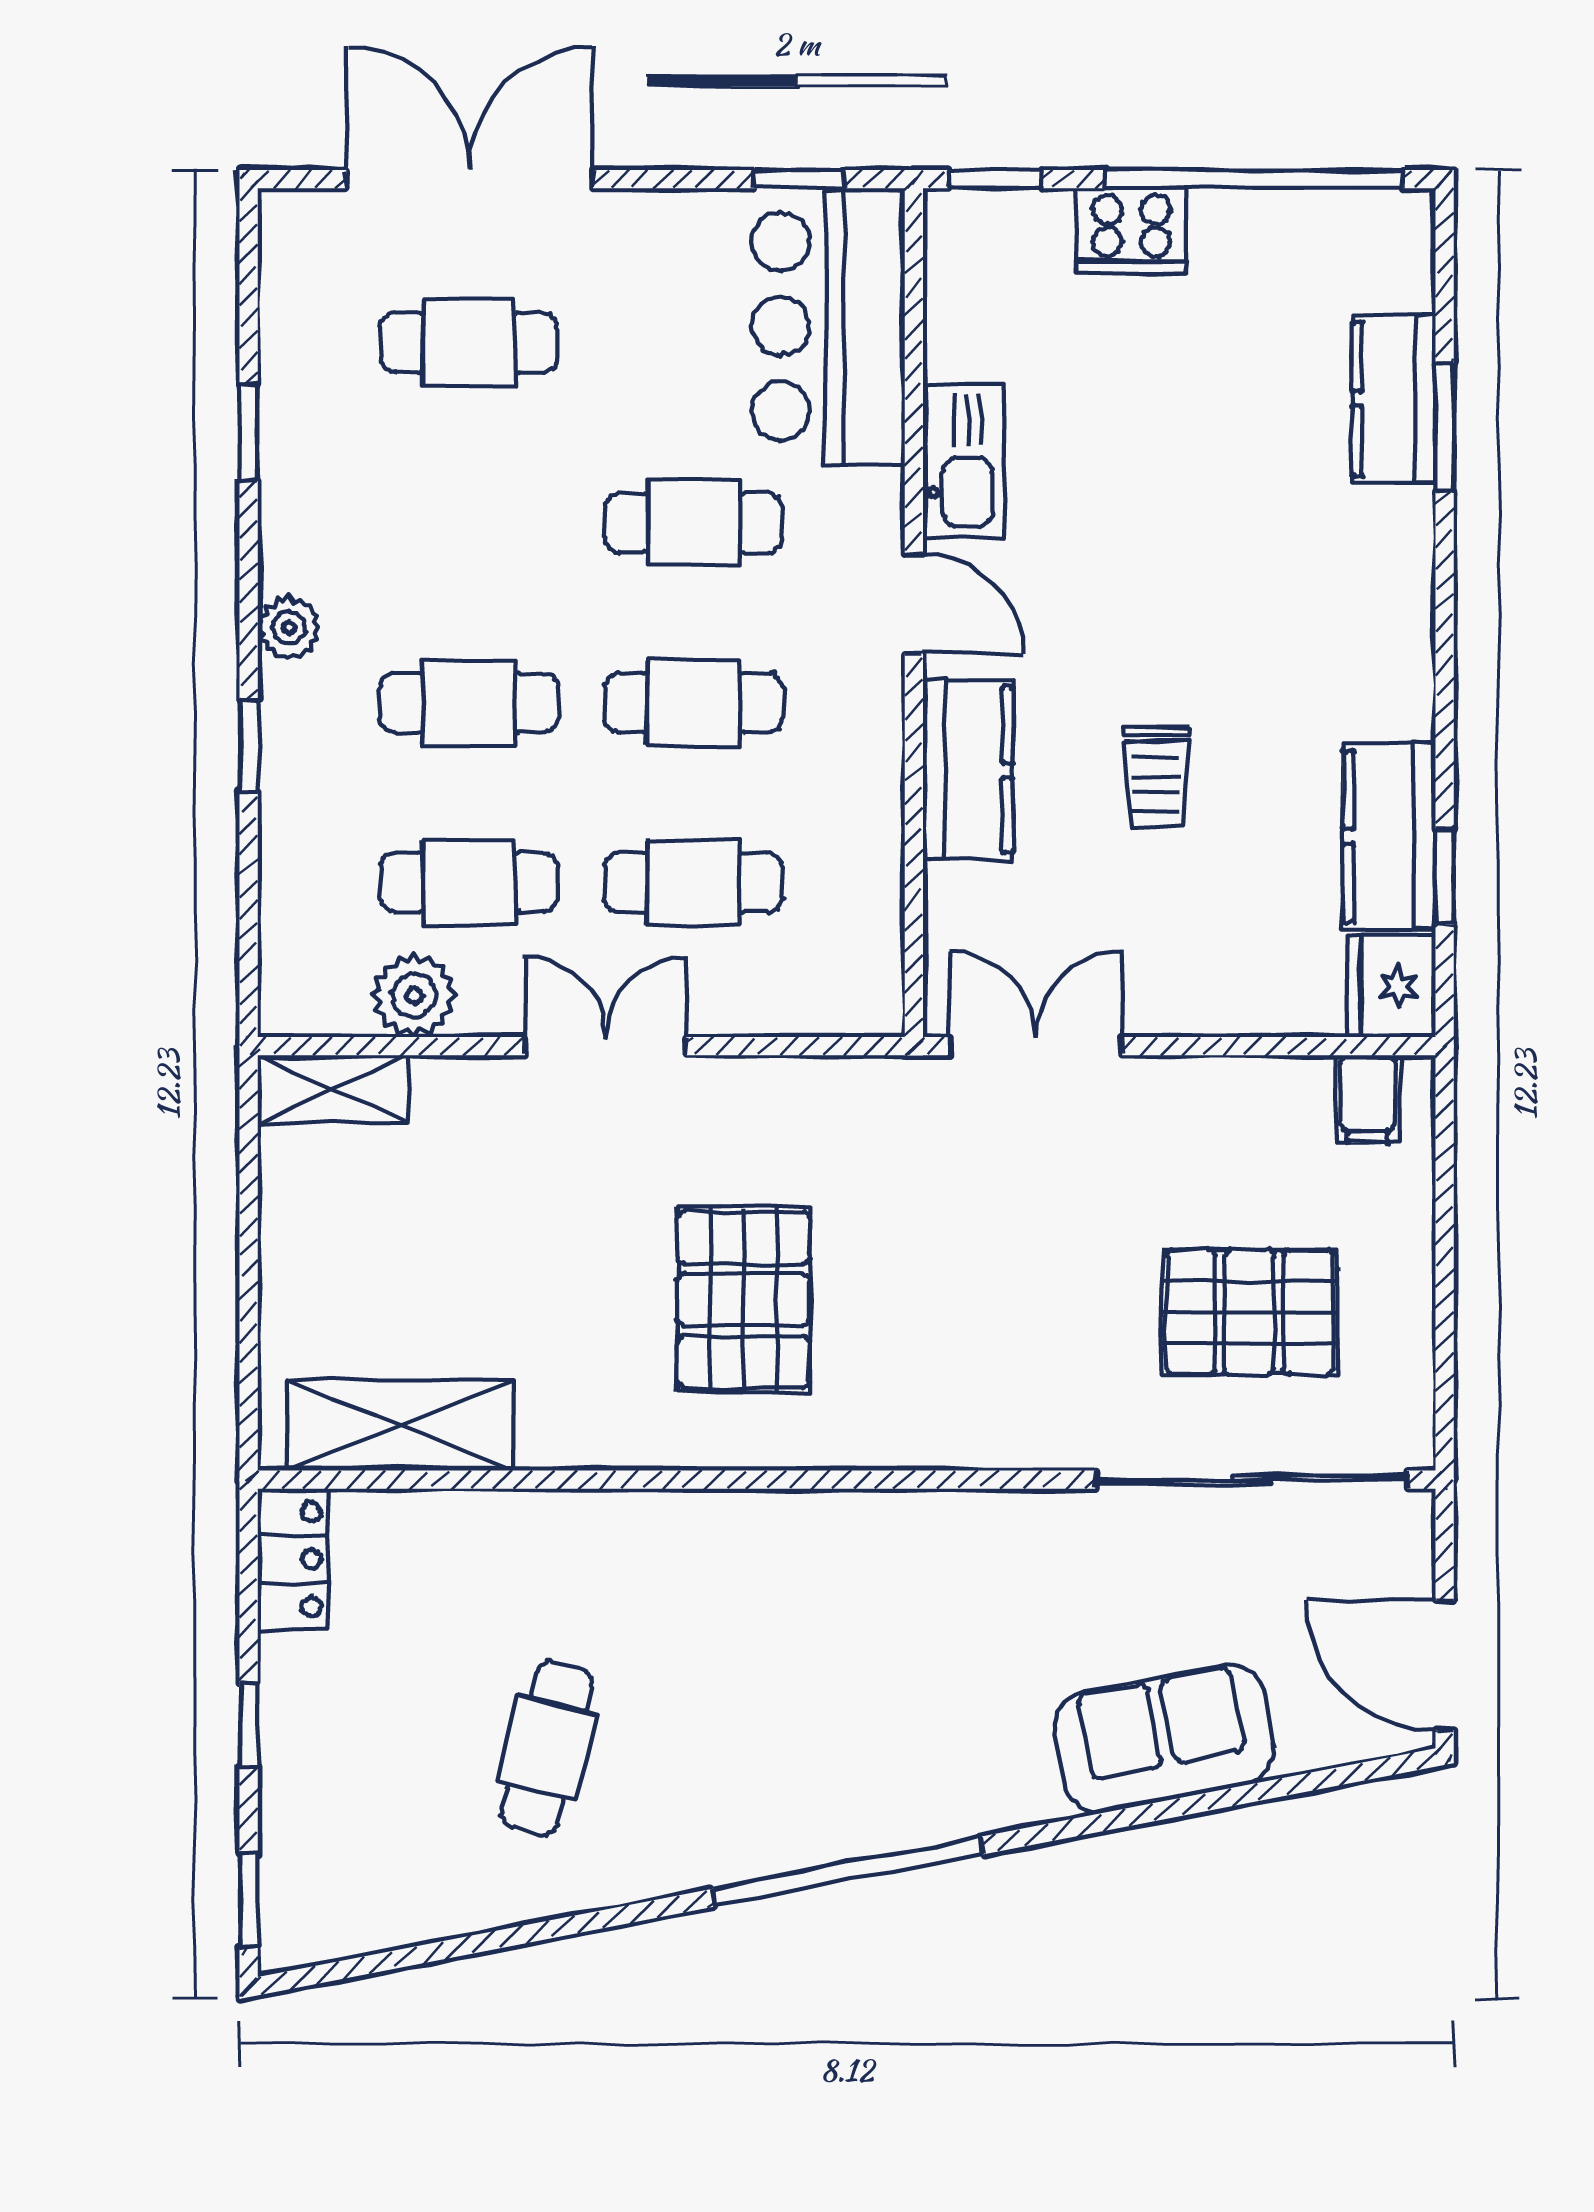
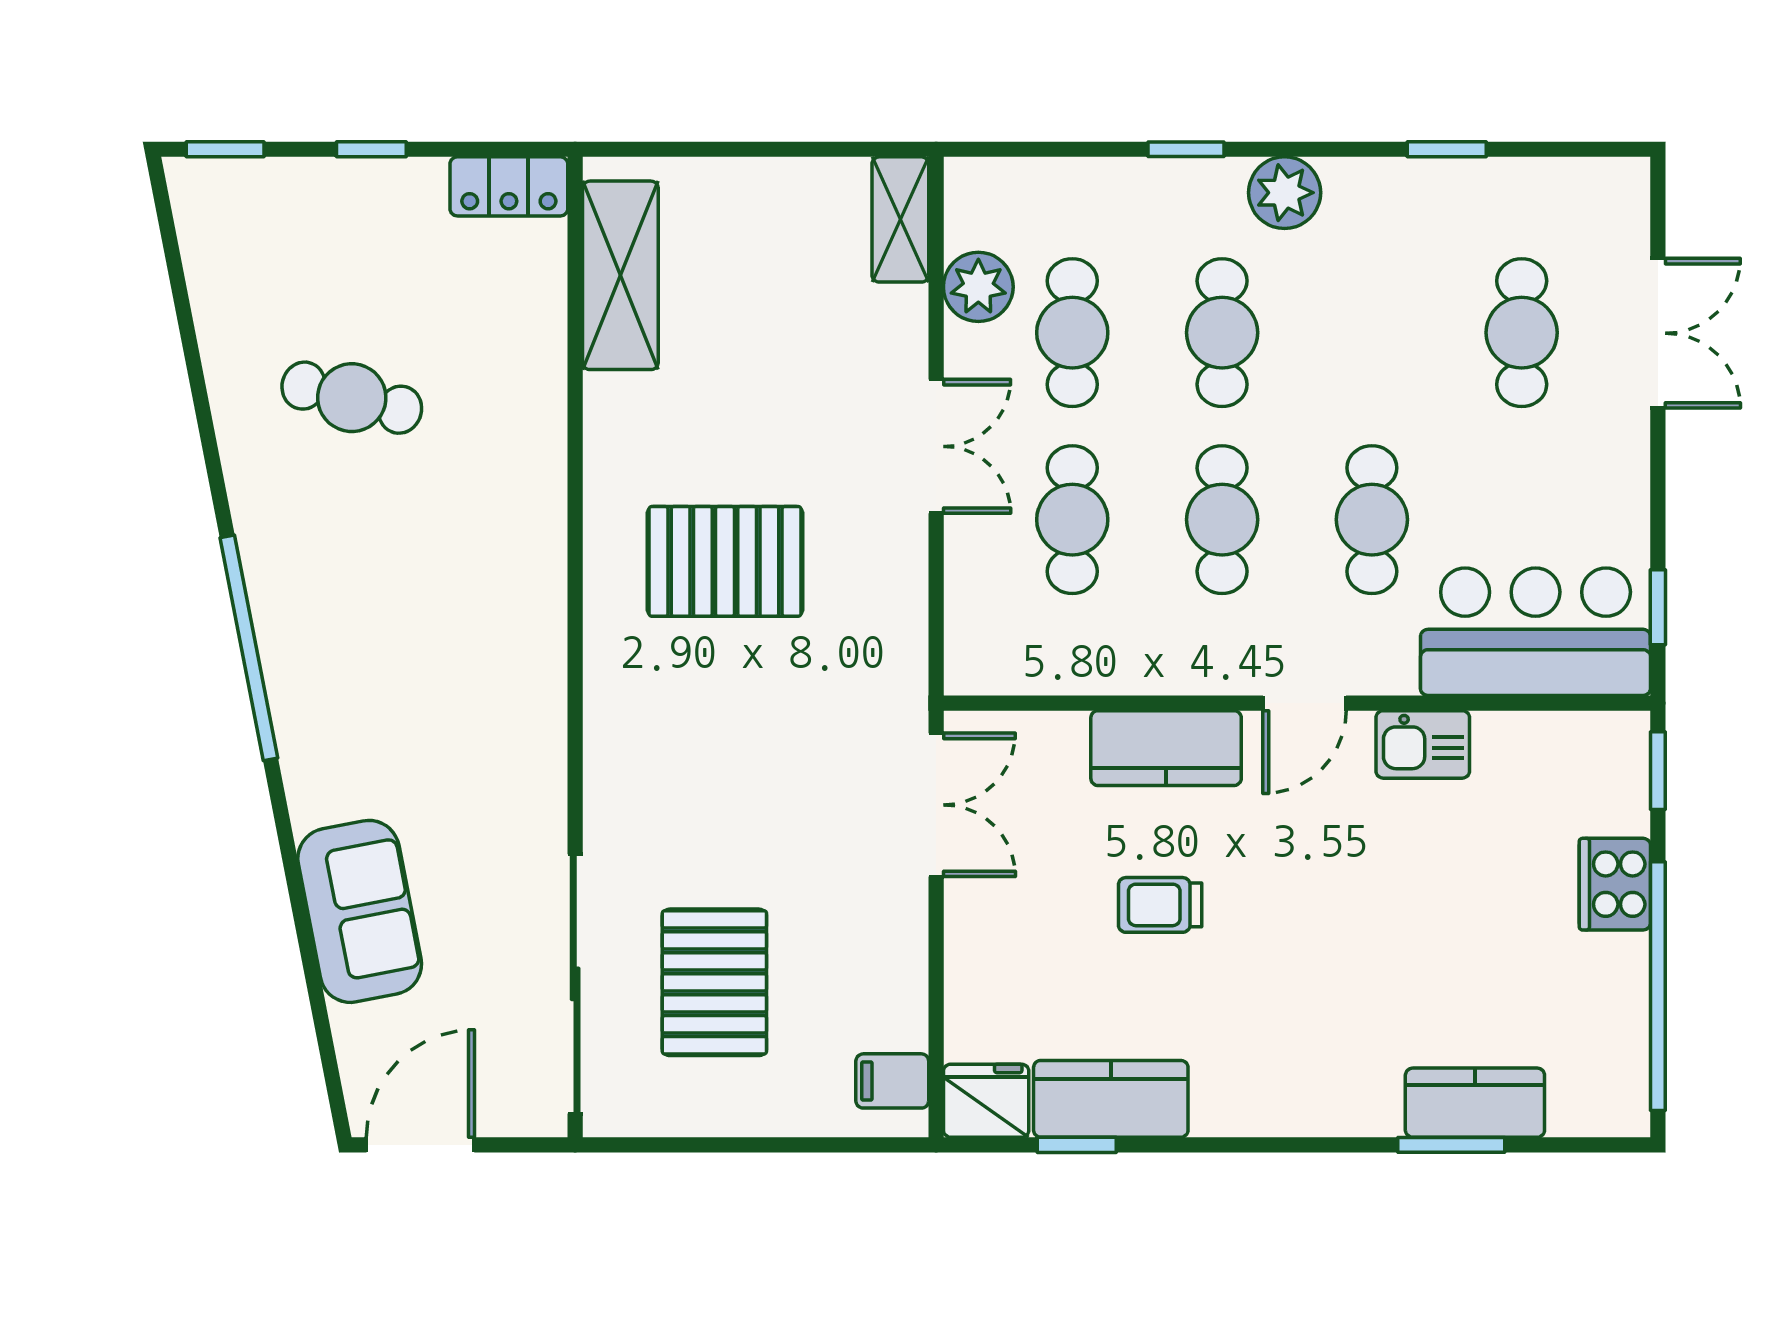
double door: (470, 179) -> (1658, 333), width x0.73
kitchen sink: (964, 462) -> (1423, 744), width x0.73
plant: (289, 628) -> (1285, 193), width x1.38, depth x1.38

